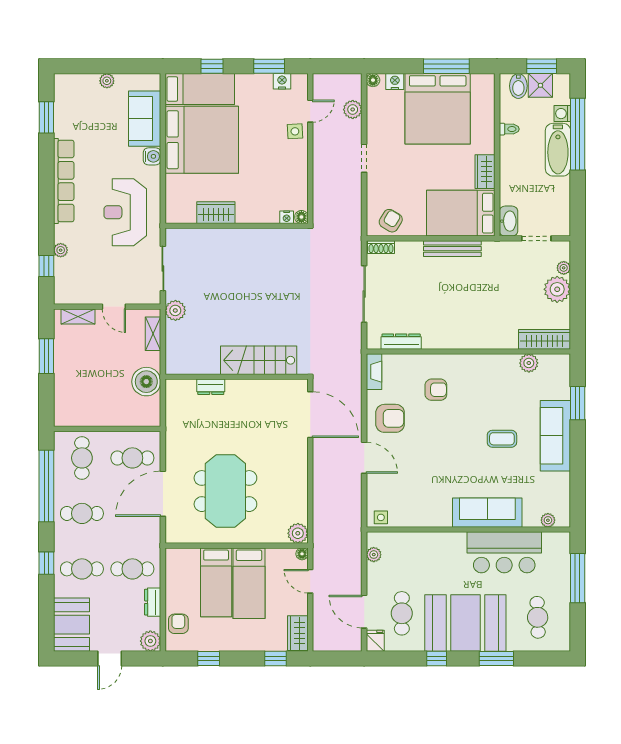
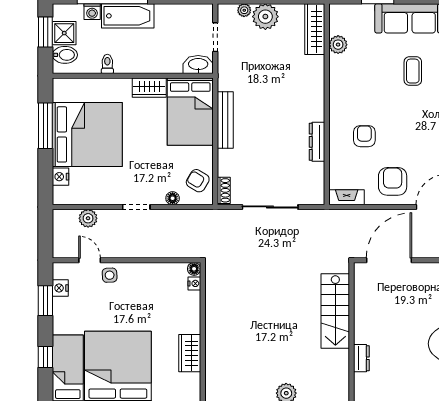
floor lamp: (373, 80) -> (173, 198), moved
dresser: (401, 342) -> (317, 142), moved

